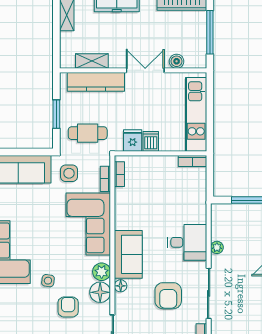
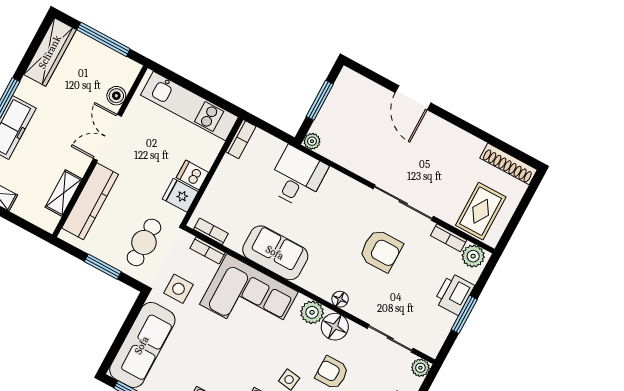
desk: (187, 242) -> (297, 177), moved
plant: (217, 247) -> (312, 141), moved
sofa: (128, 254) -> (275, 253), moved

